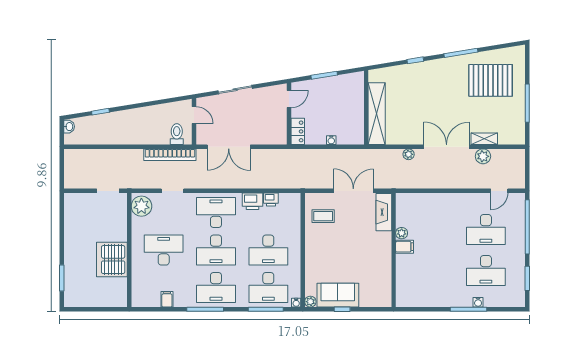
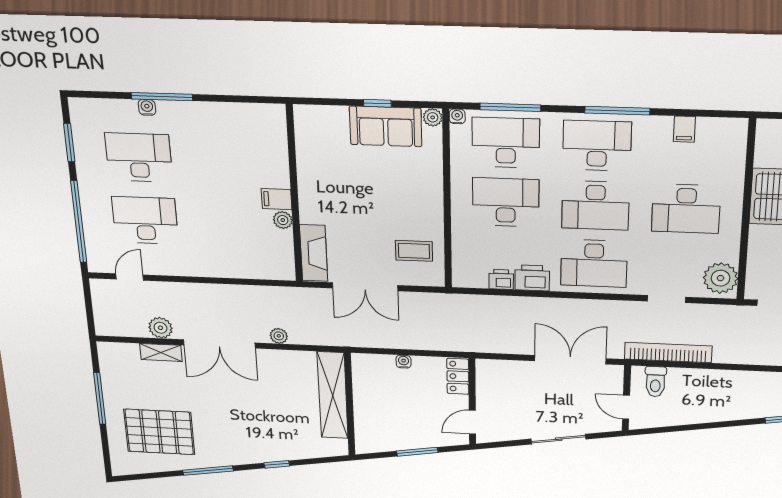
desk: (216, 250) -> (595, 205), turned 180

